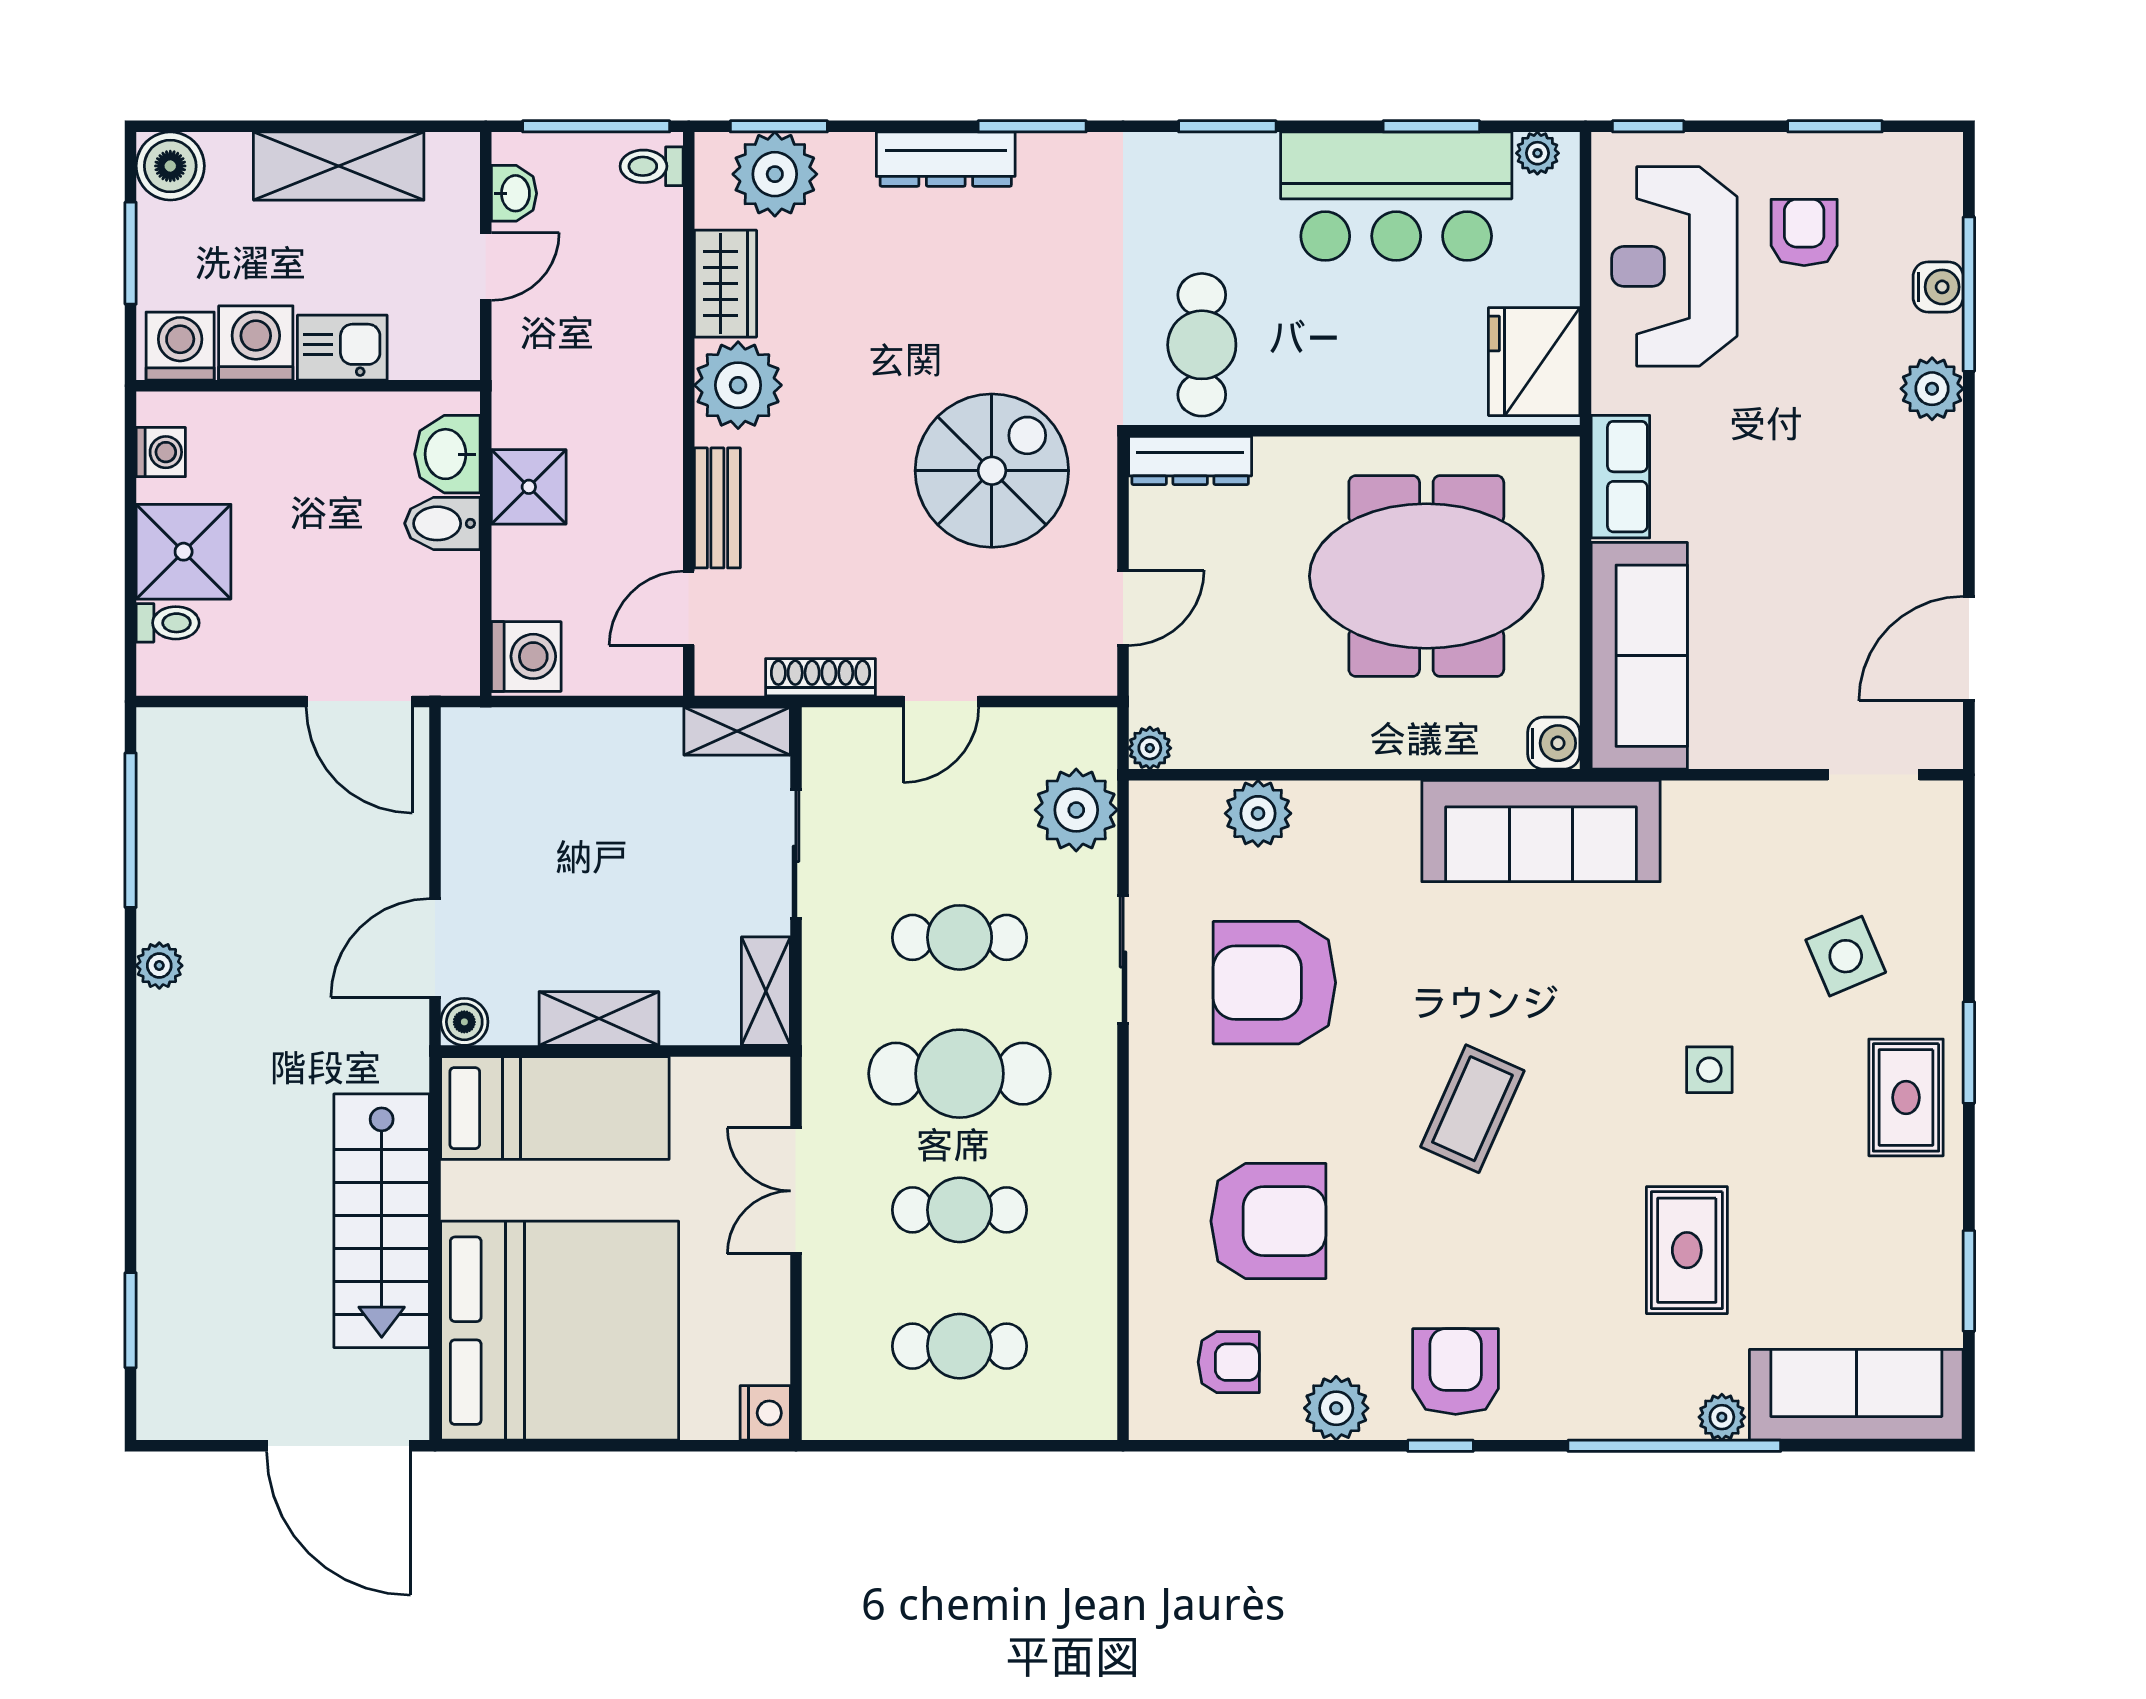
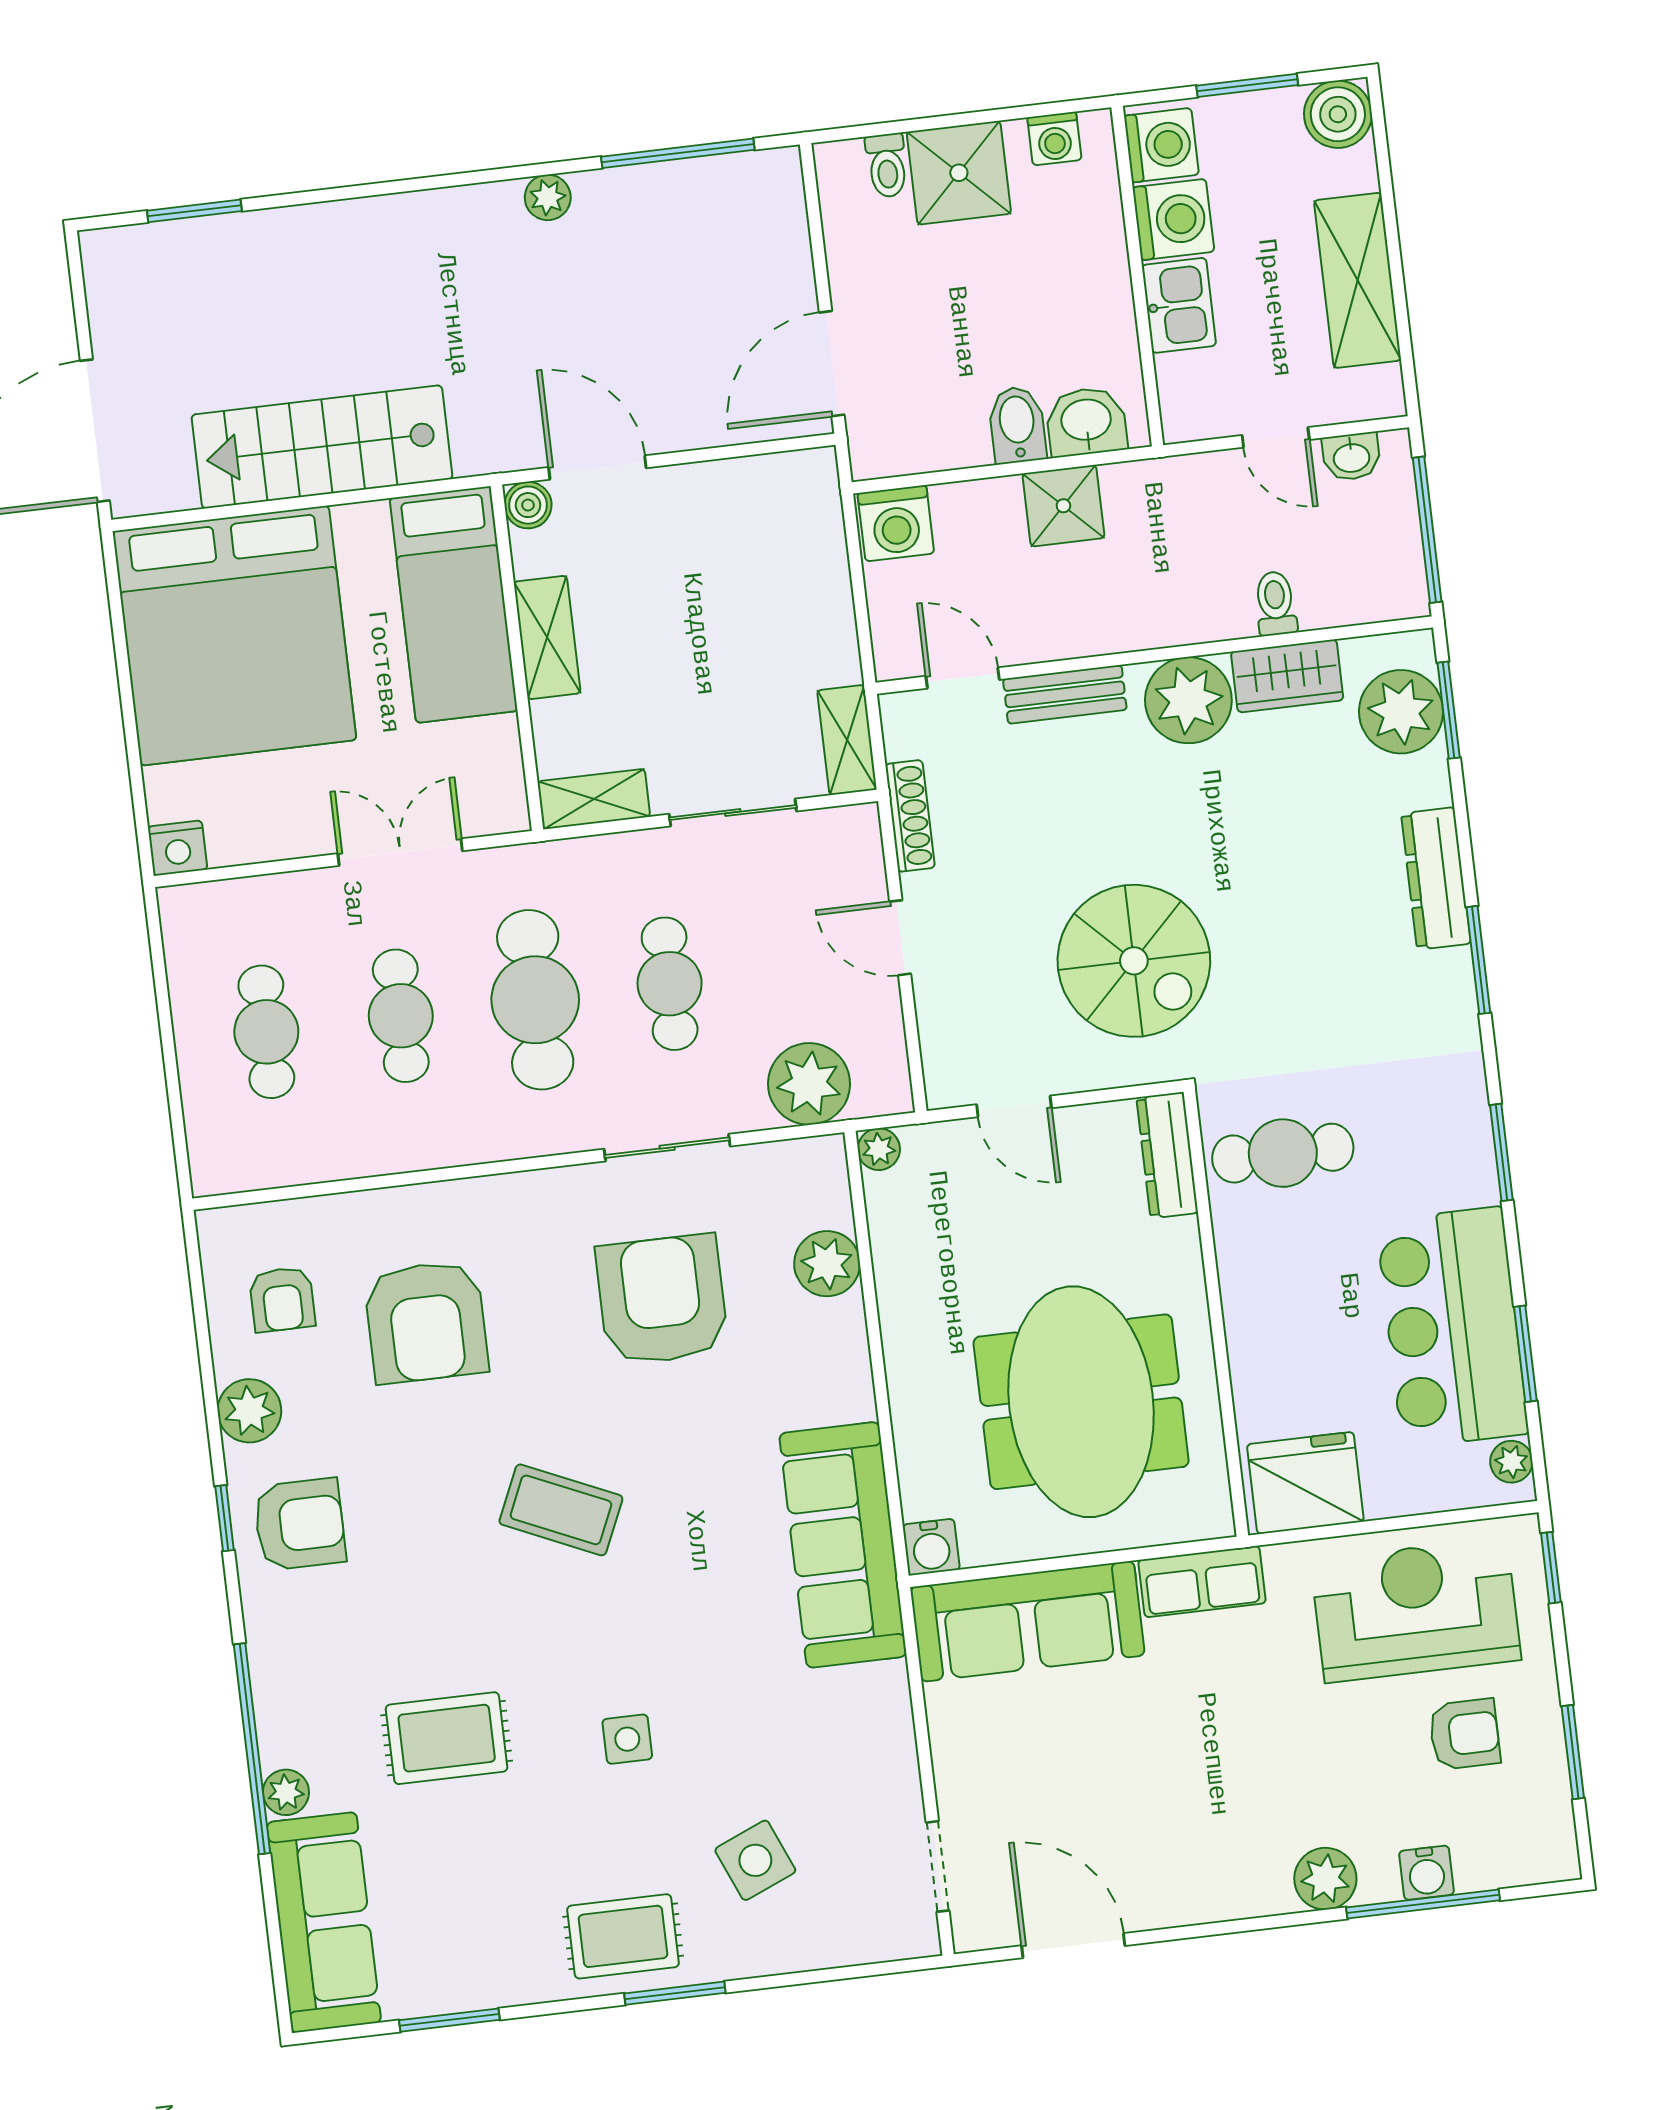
toilet: (652, 166) -> (1276, 603), moved

